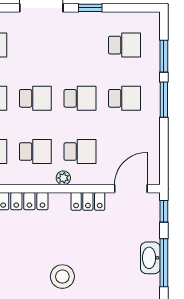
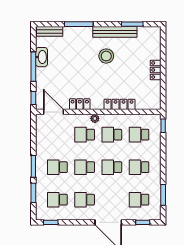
window: (90, 8) -> (51, 222), moved
school desk: (80, 45) -> (85, 200), added
door: (131, 189) -> (53, 112), swing flipped
washbasin: (150, 258) -> (42, 57), moved
stool: (62, 277) -> (106, 56), moved

